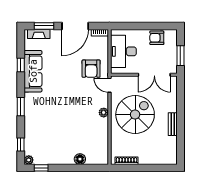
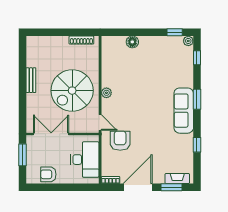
armchair: (157, 38) -> (48, 174), turned 180
sofa: (33, 71) -> (184, 111), moved

